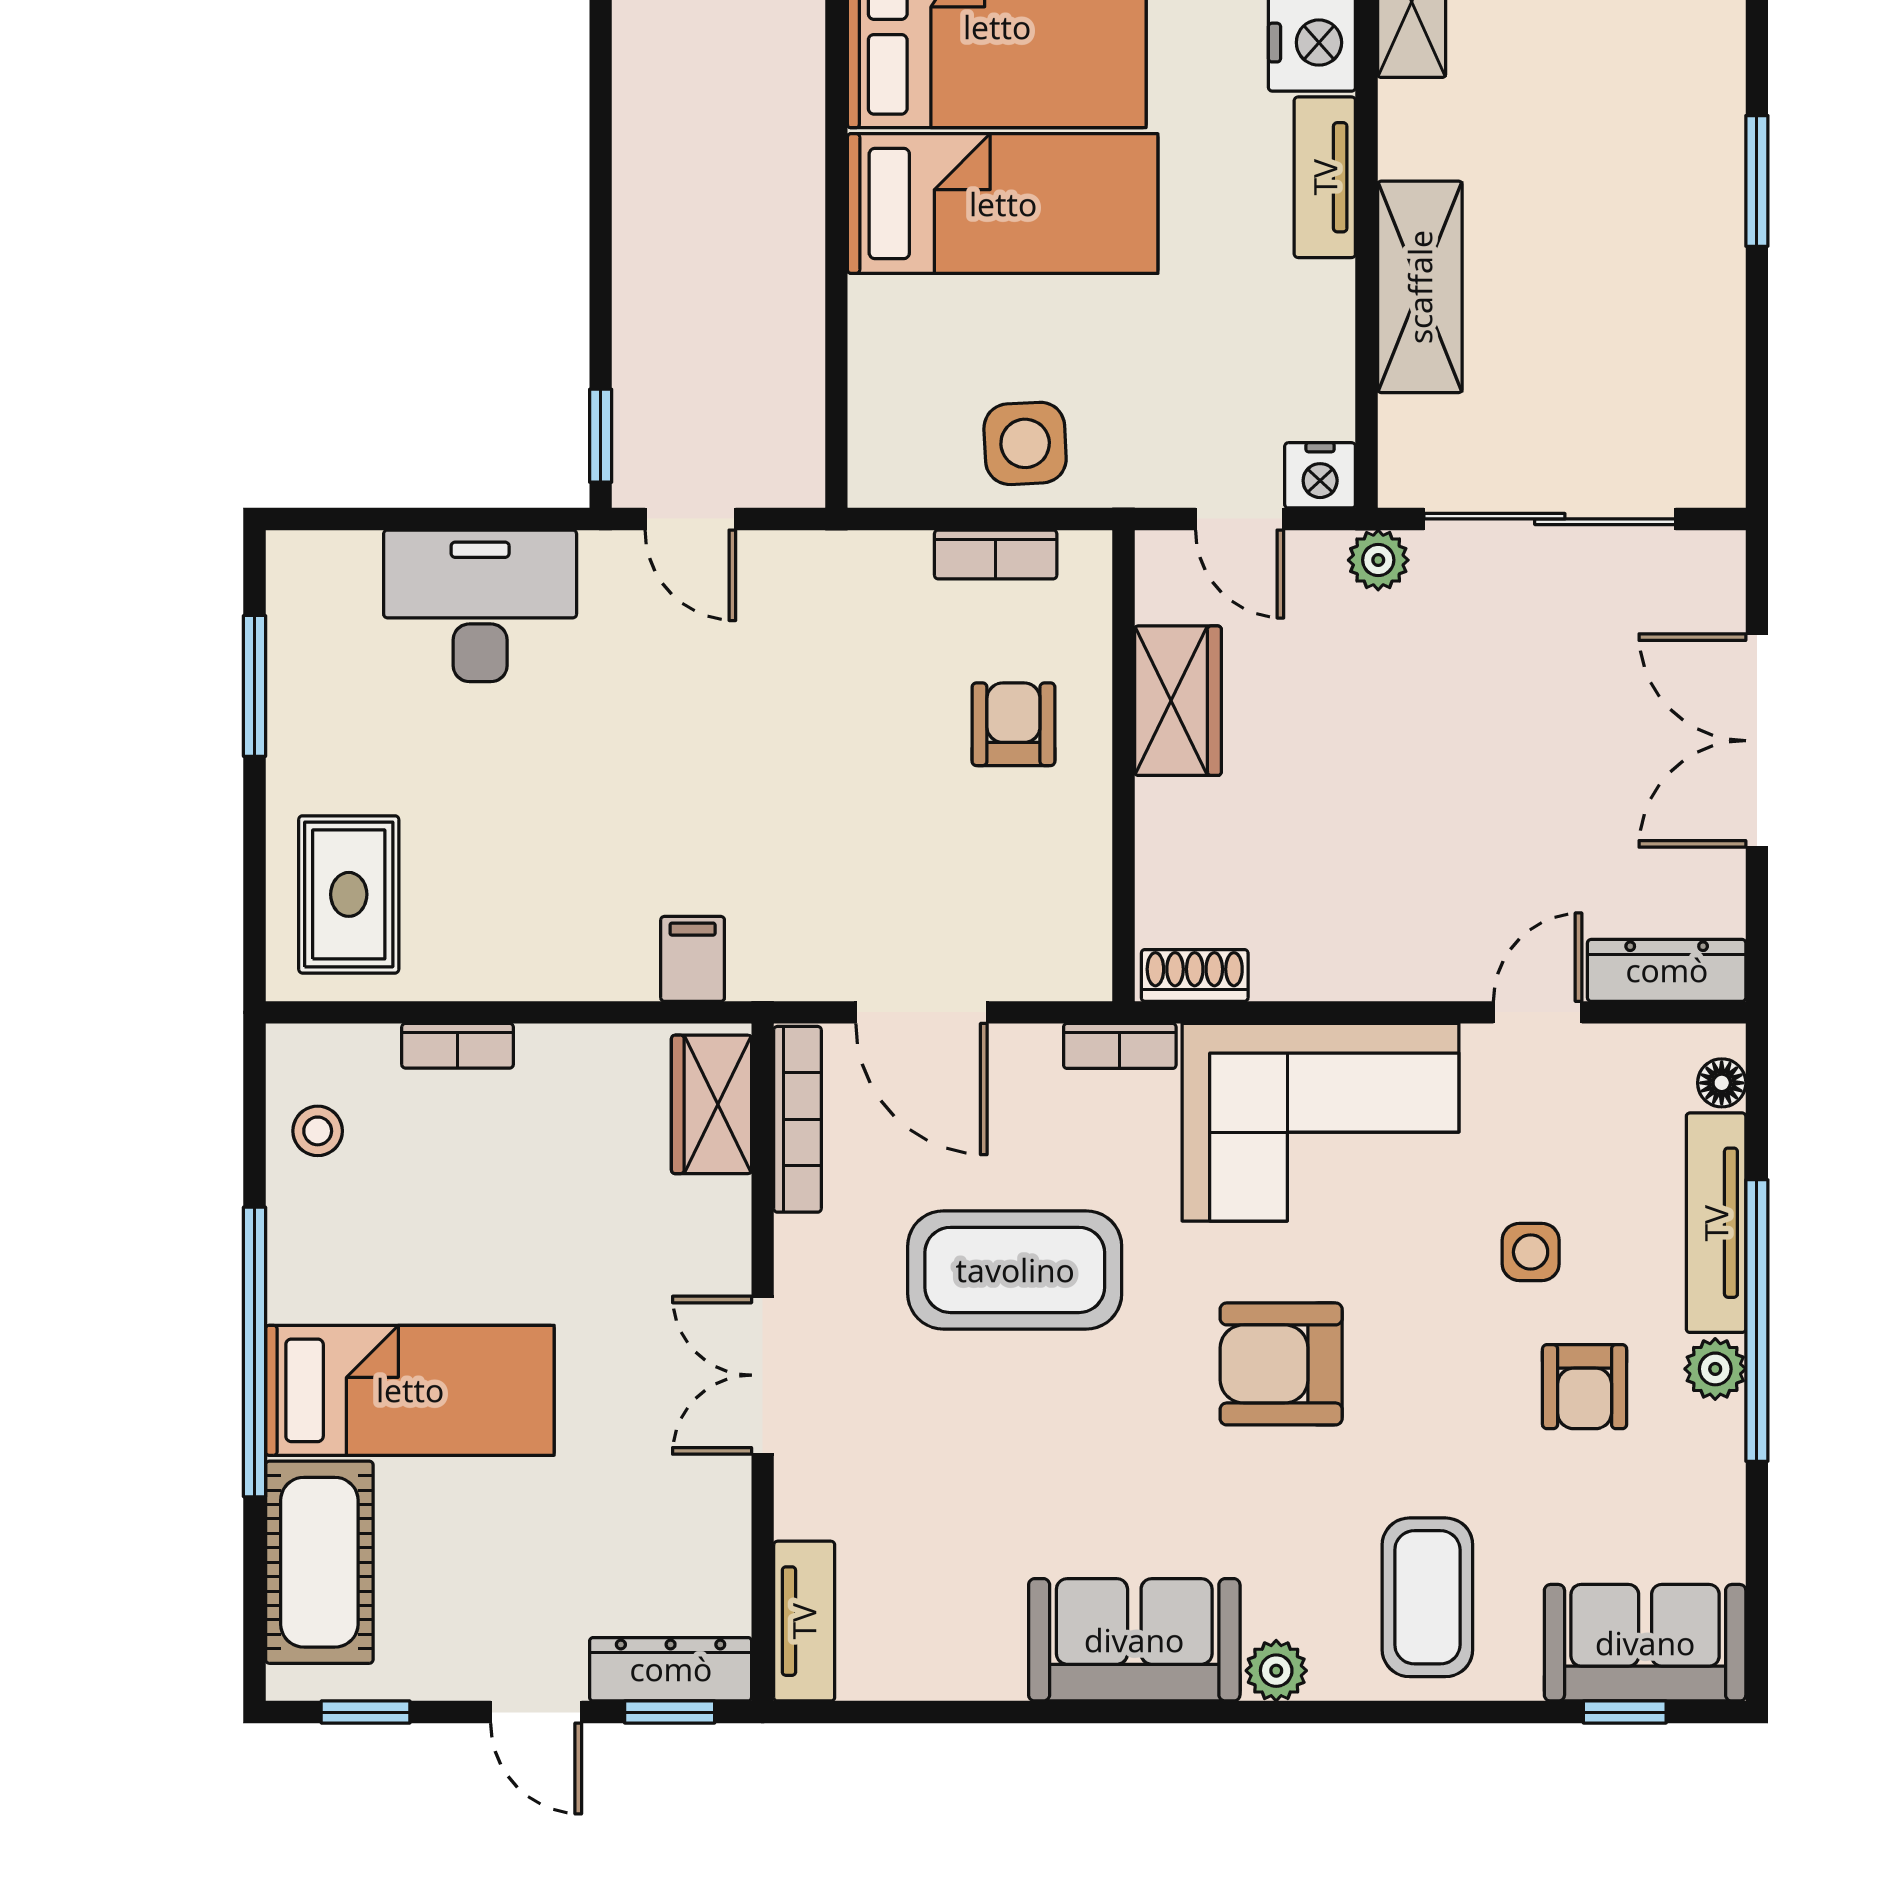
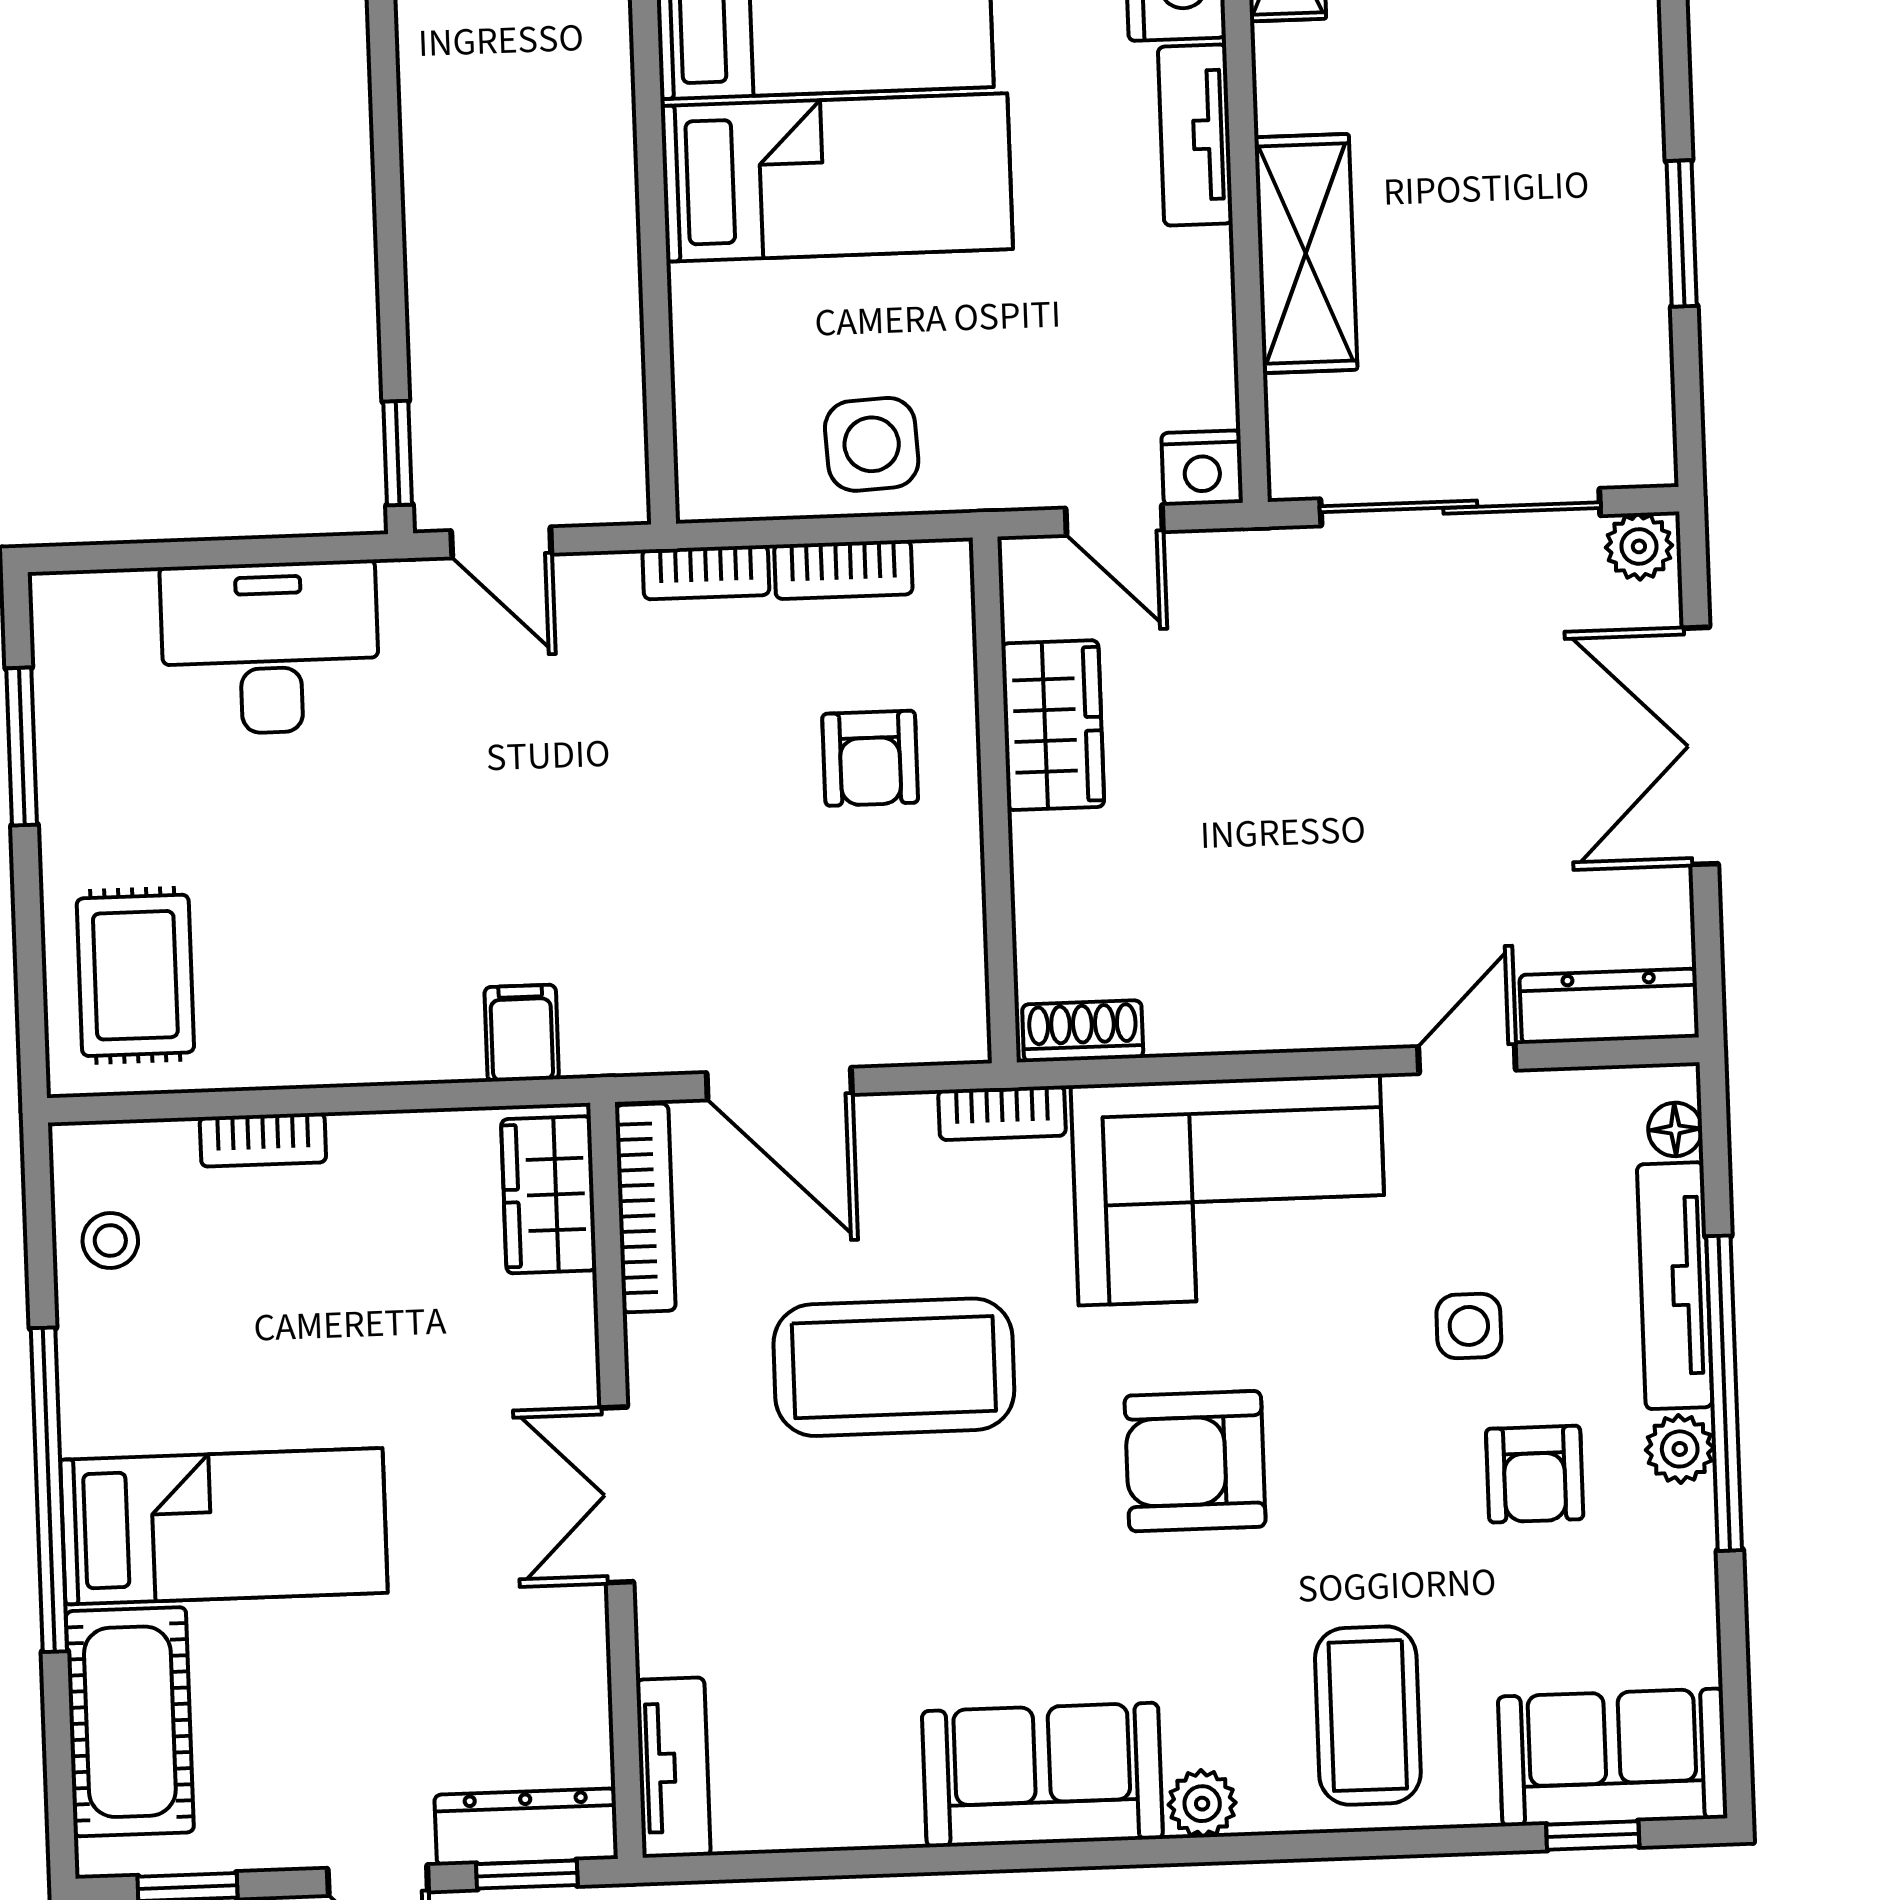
window: (1757, 181) -> (1682, 234), moved
bookcase: (873, 552) -> (706, 572), added
plant: (1378, 560) -> (1639, 546), moved
armchair: (1013, 724) -> (870, 758), turned 180

